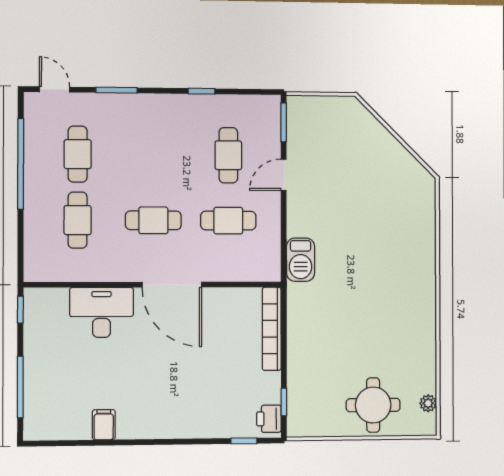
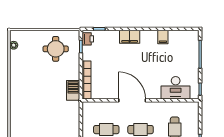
barbecue: (301, 260) -> (73, 90), moved
desk: (102, 312) -> (176, 88), moved
round table: (373, 405) -> (56, 49), moved
filing cabinet: (177, 424) -> (130, 37), added

